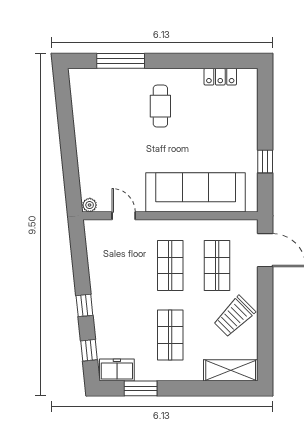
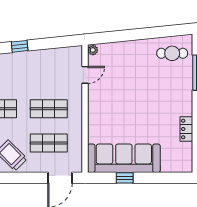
locker: (220, 77) -> (186, 129), moved
cafe table: (160, 106) -> (172, 53), moved
sofa: (196, 192) -> (124, 158), moved, turned -90

